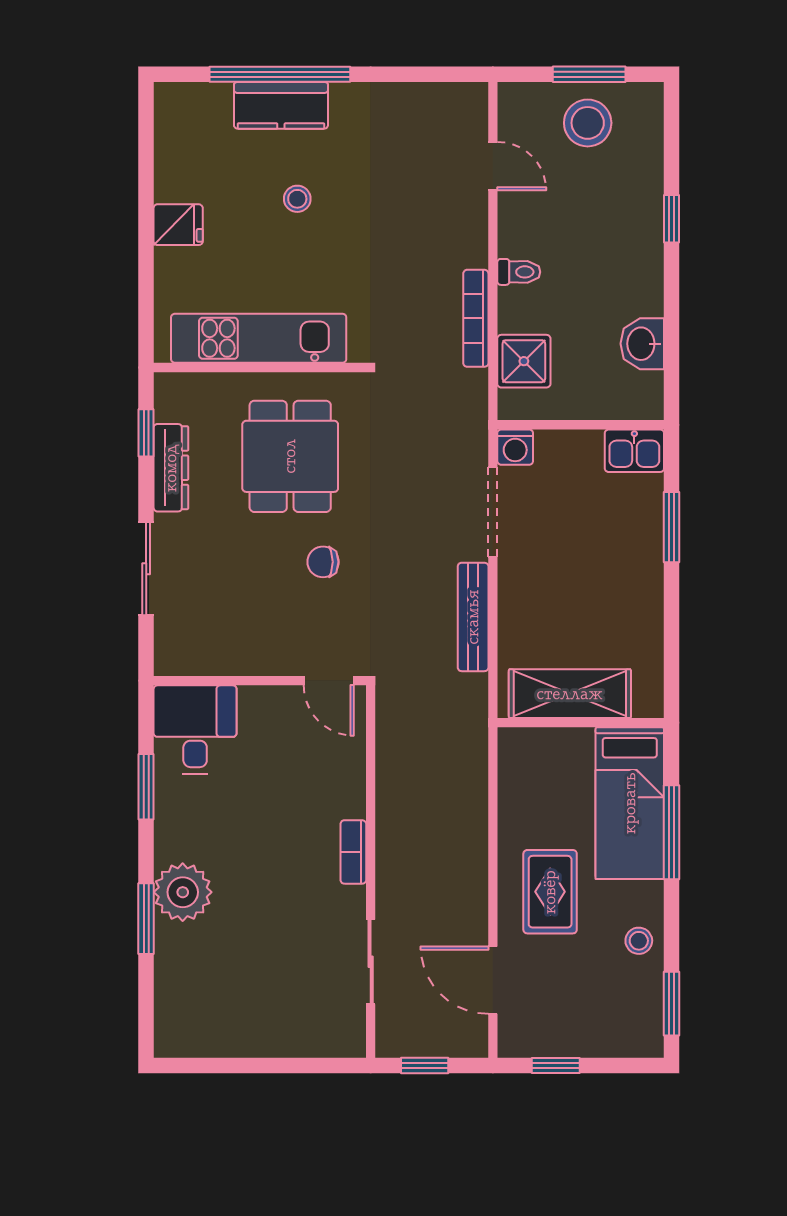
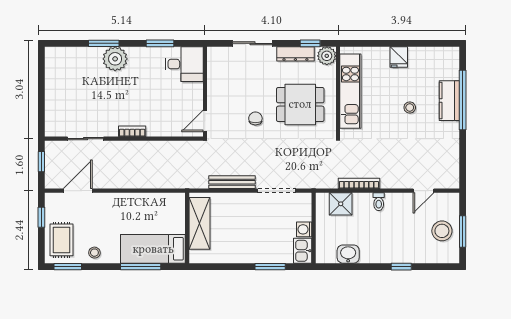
plant: (176, 394) -> (327, 56), added
washing machine: (515, 447) -> (304, 229), moved
rug: (550, 892) -> (62, 240), moved, turned 90

